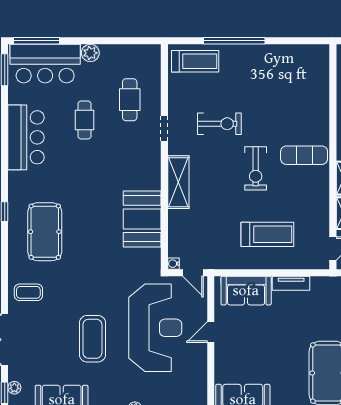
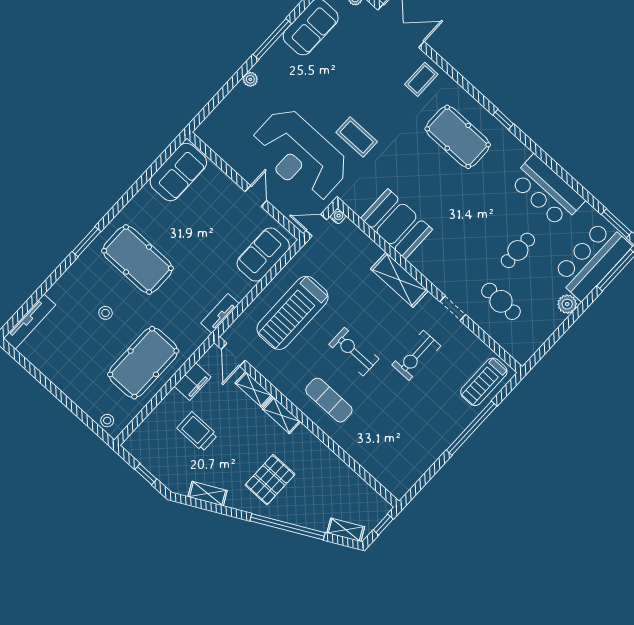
cafe table: (85, 120) -> (518, 250), turned 90
exercise mat: (304, 155) -> (329, 400), turned 90
treadmill: (267, 234) -> (293, 313), width x1.37, depth x1.38
tv unit: (291, 283) -> (220, 313), moved
coffee table: (92, 339) -> (357, 137), moved, width x0.73, depth x0.76

